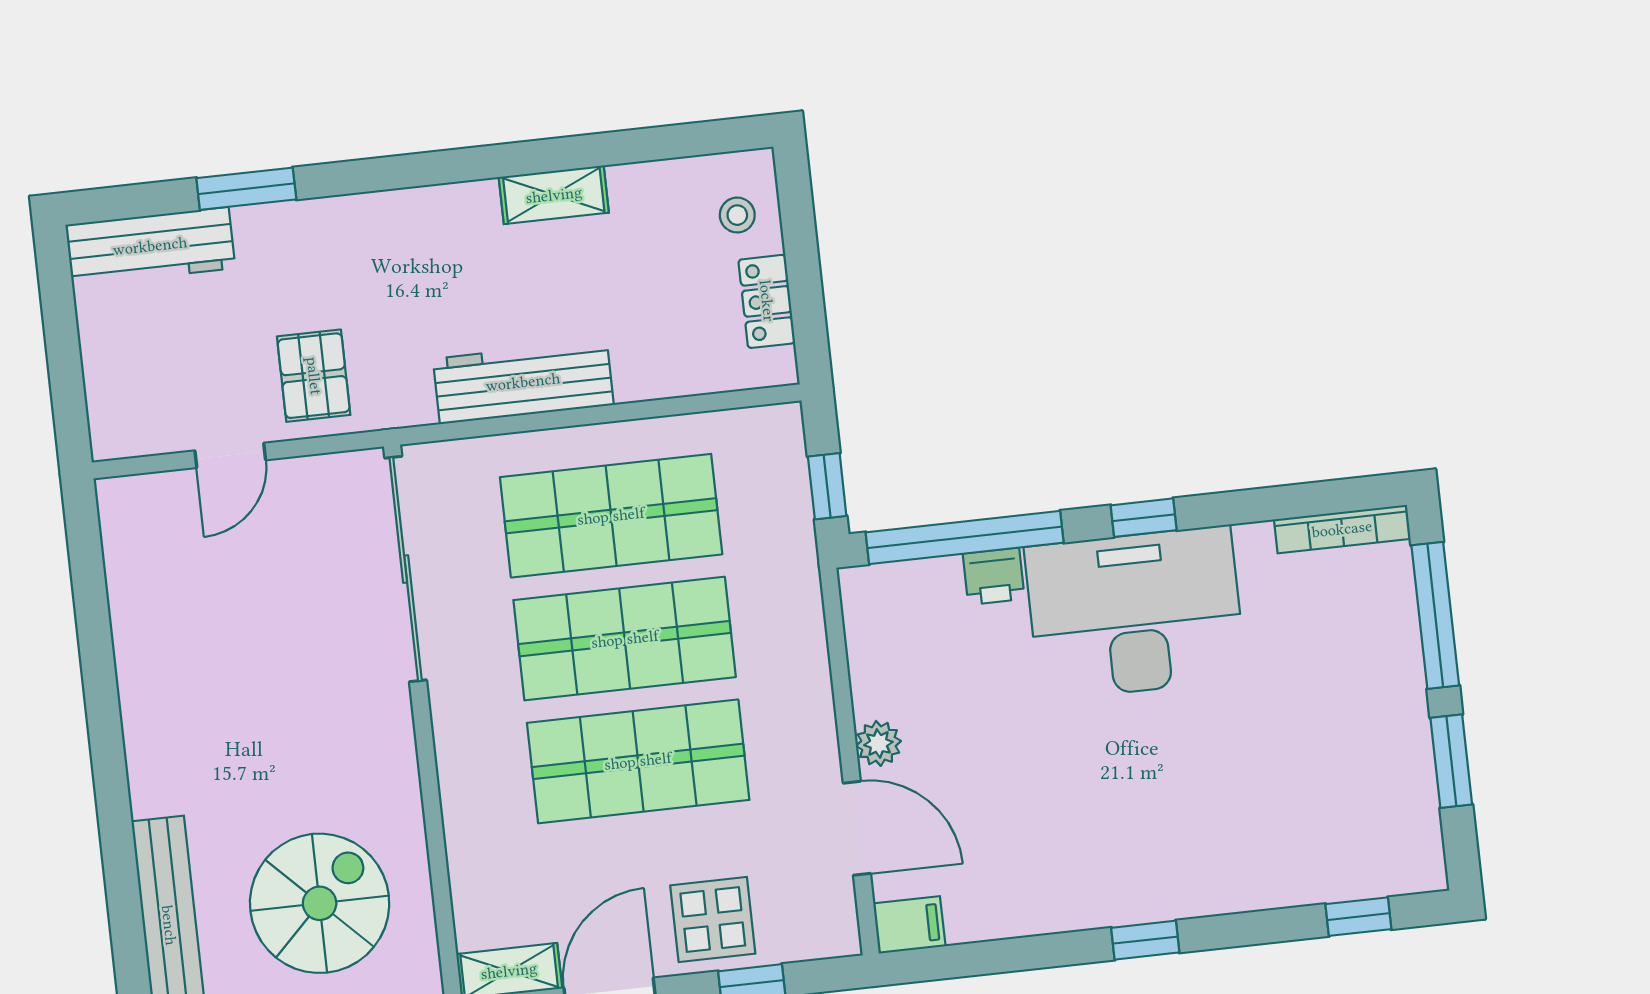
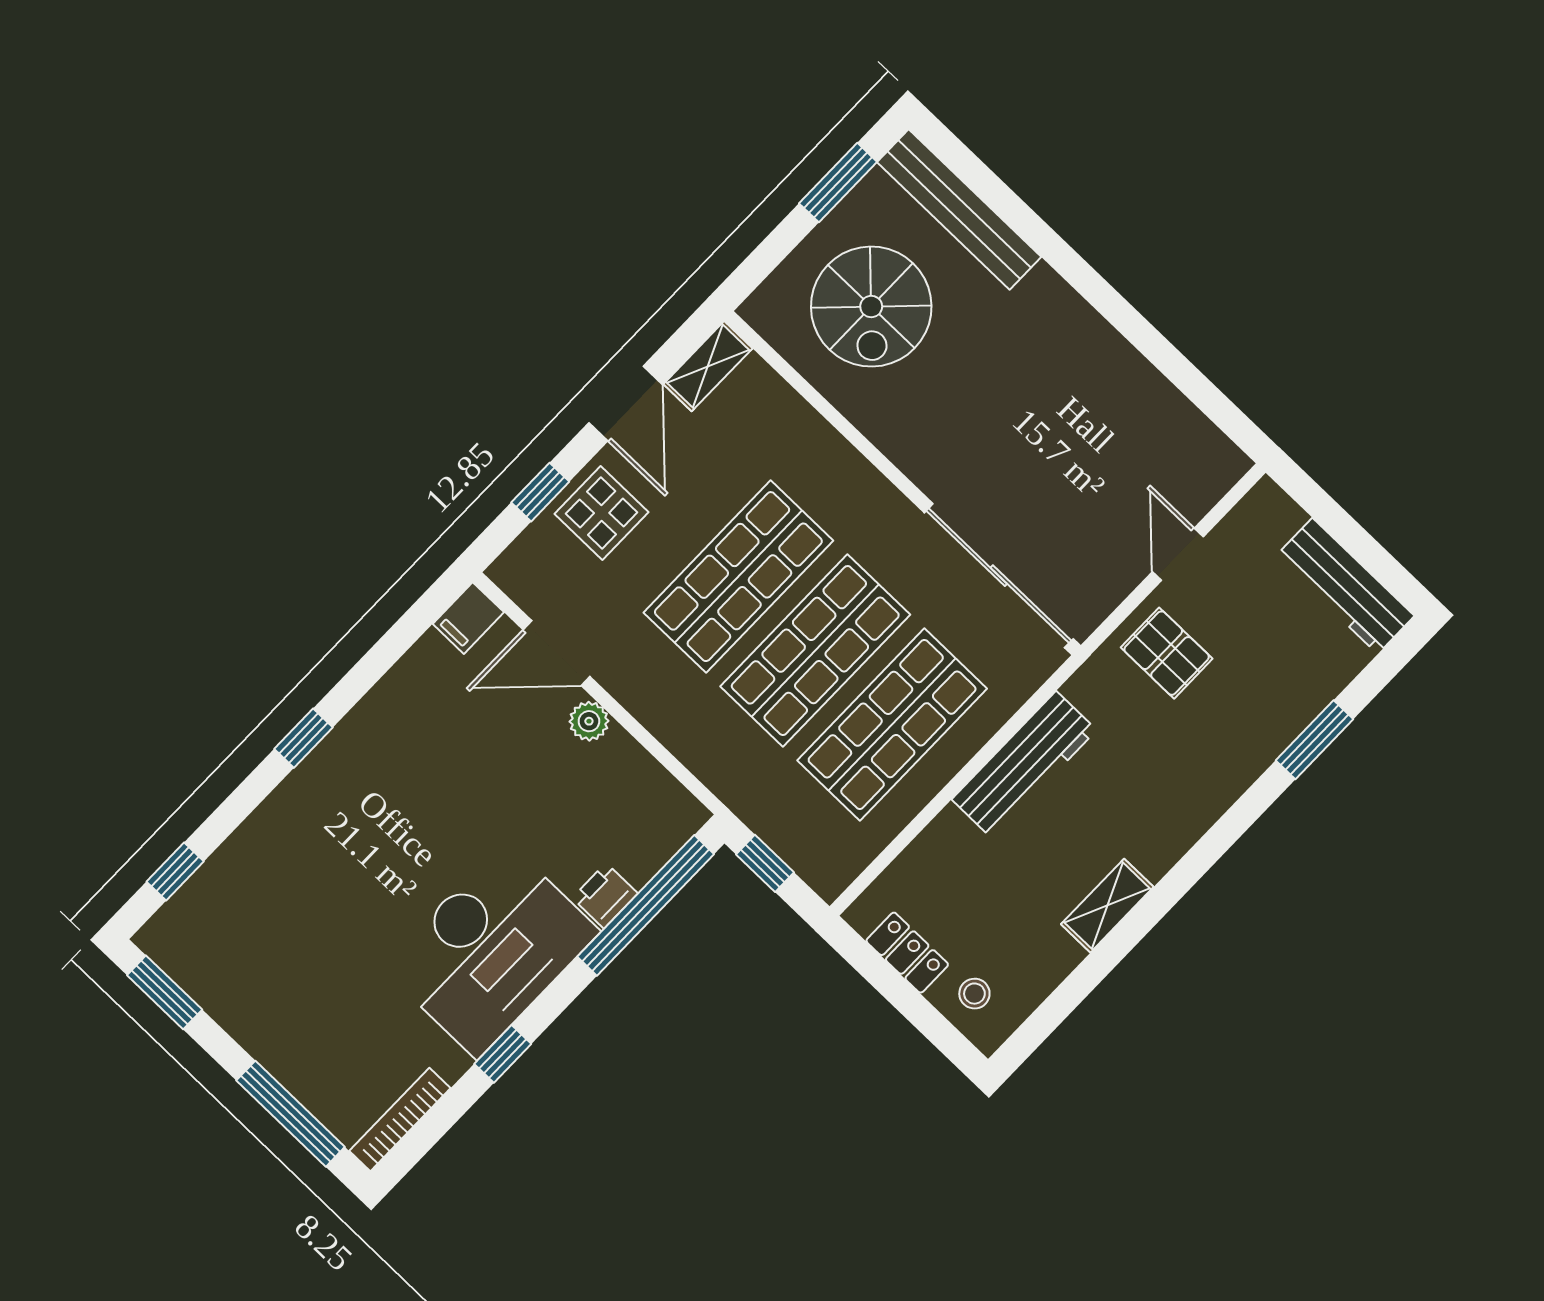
workbench: (150, 246) -> (1345, 586), moved, turned -90
window: (1144, 518) -> (503, 1054), moved
window: (1451, 761) -> (165, 992), moved

